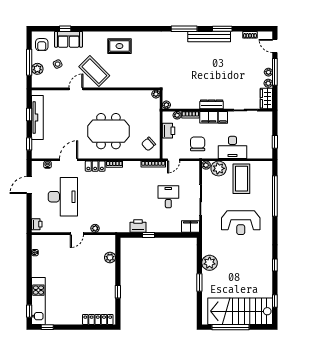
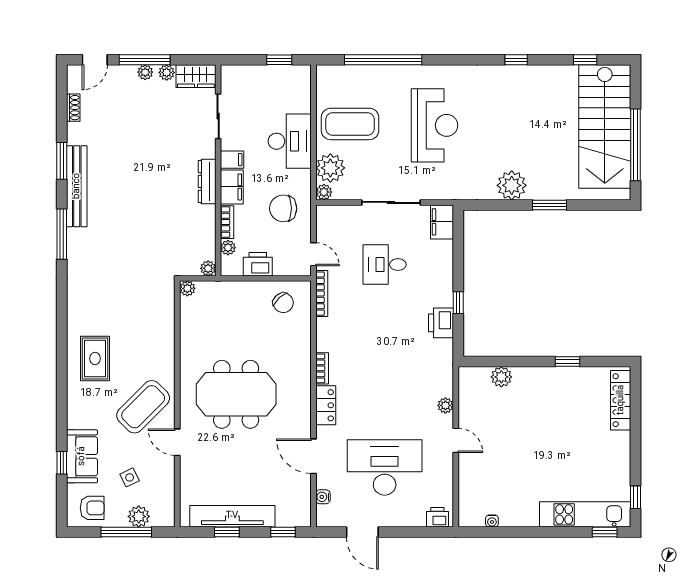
meeting table: (108, 131) -> (236, 394), moved, turned 90

